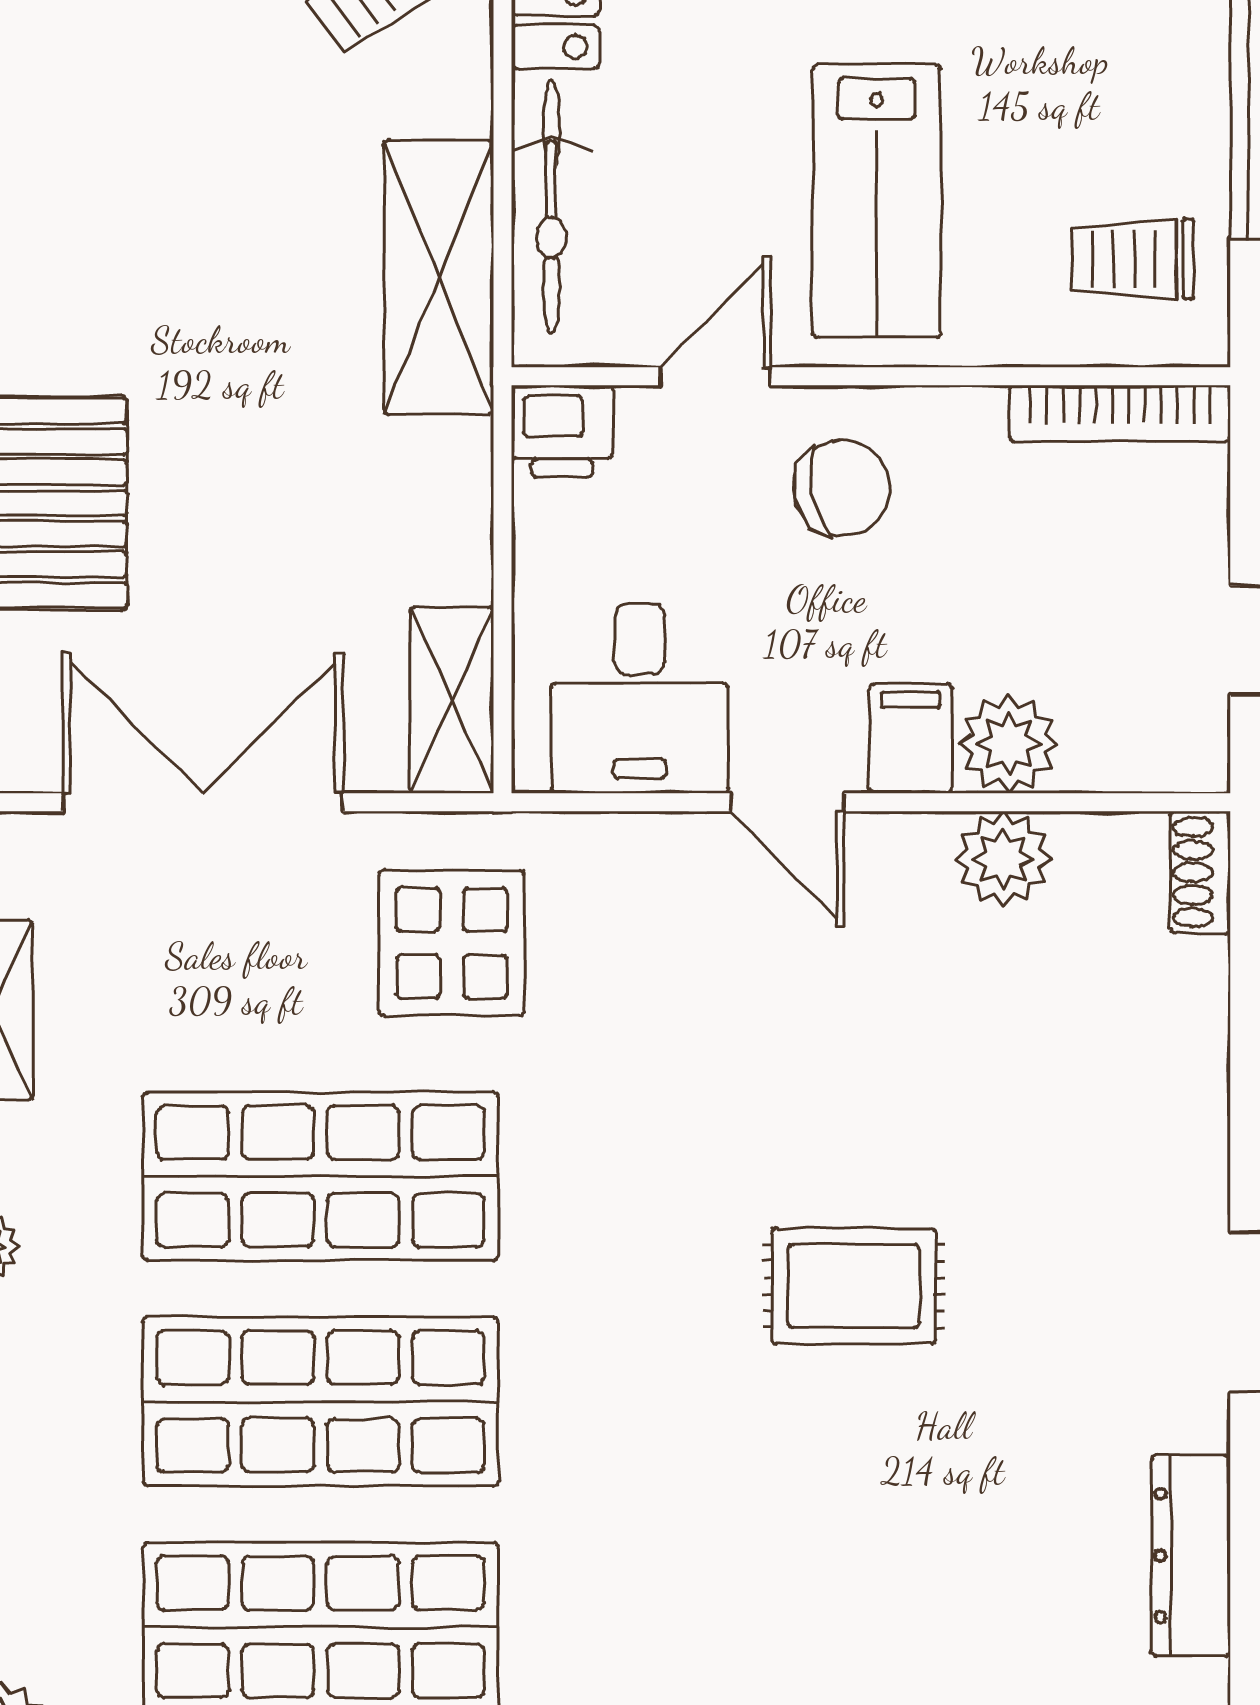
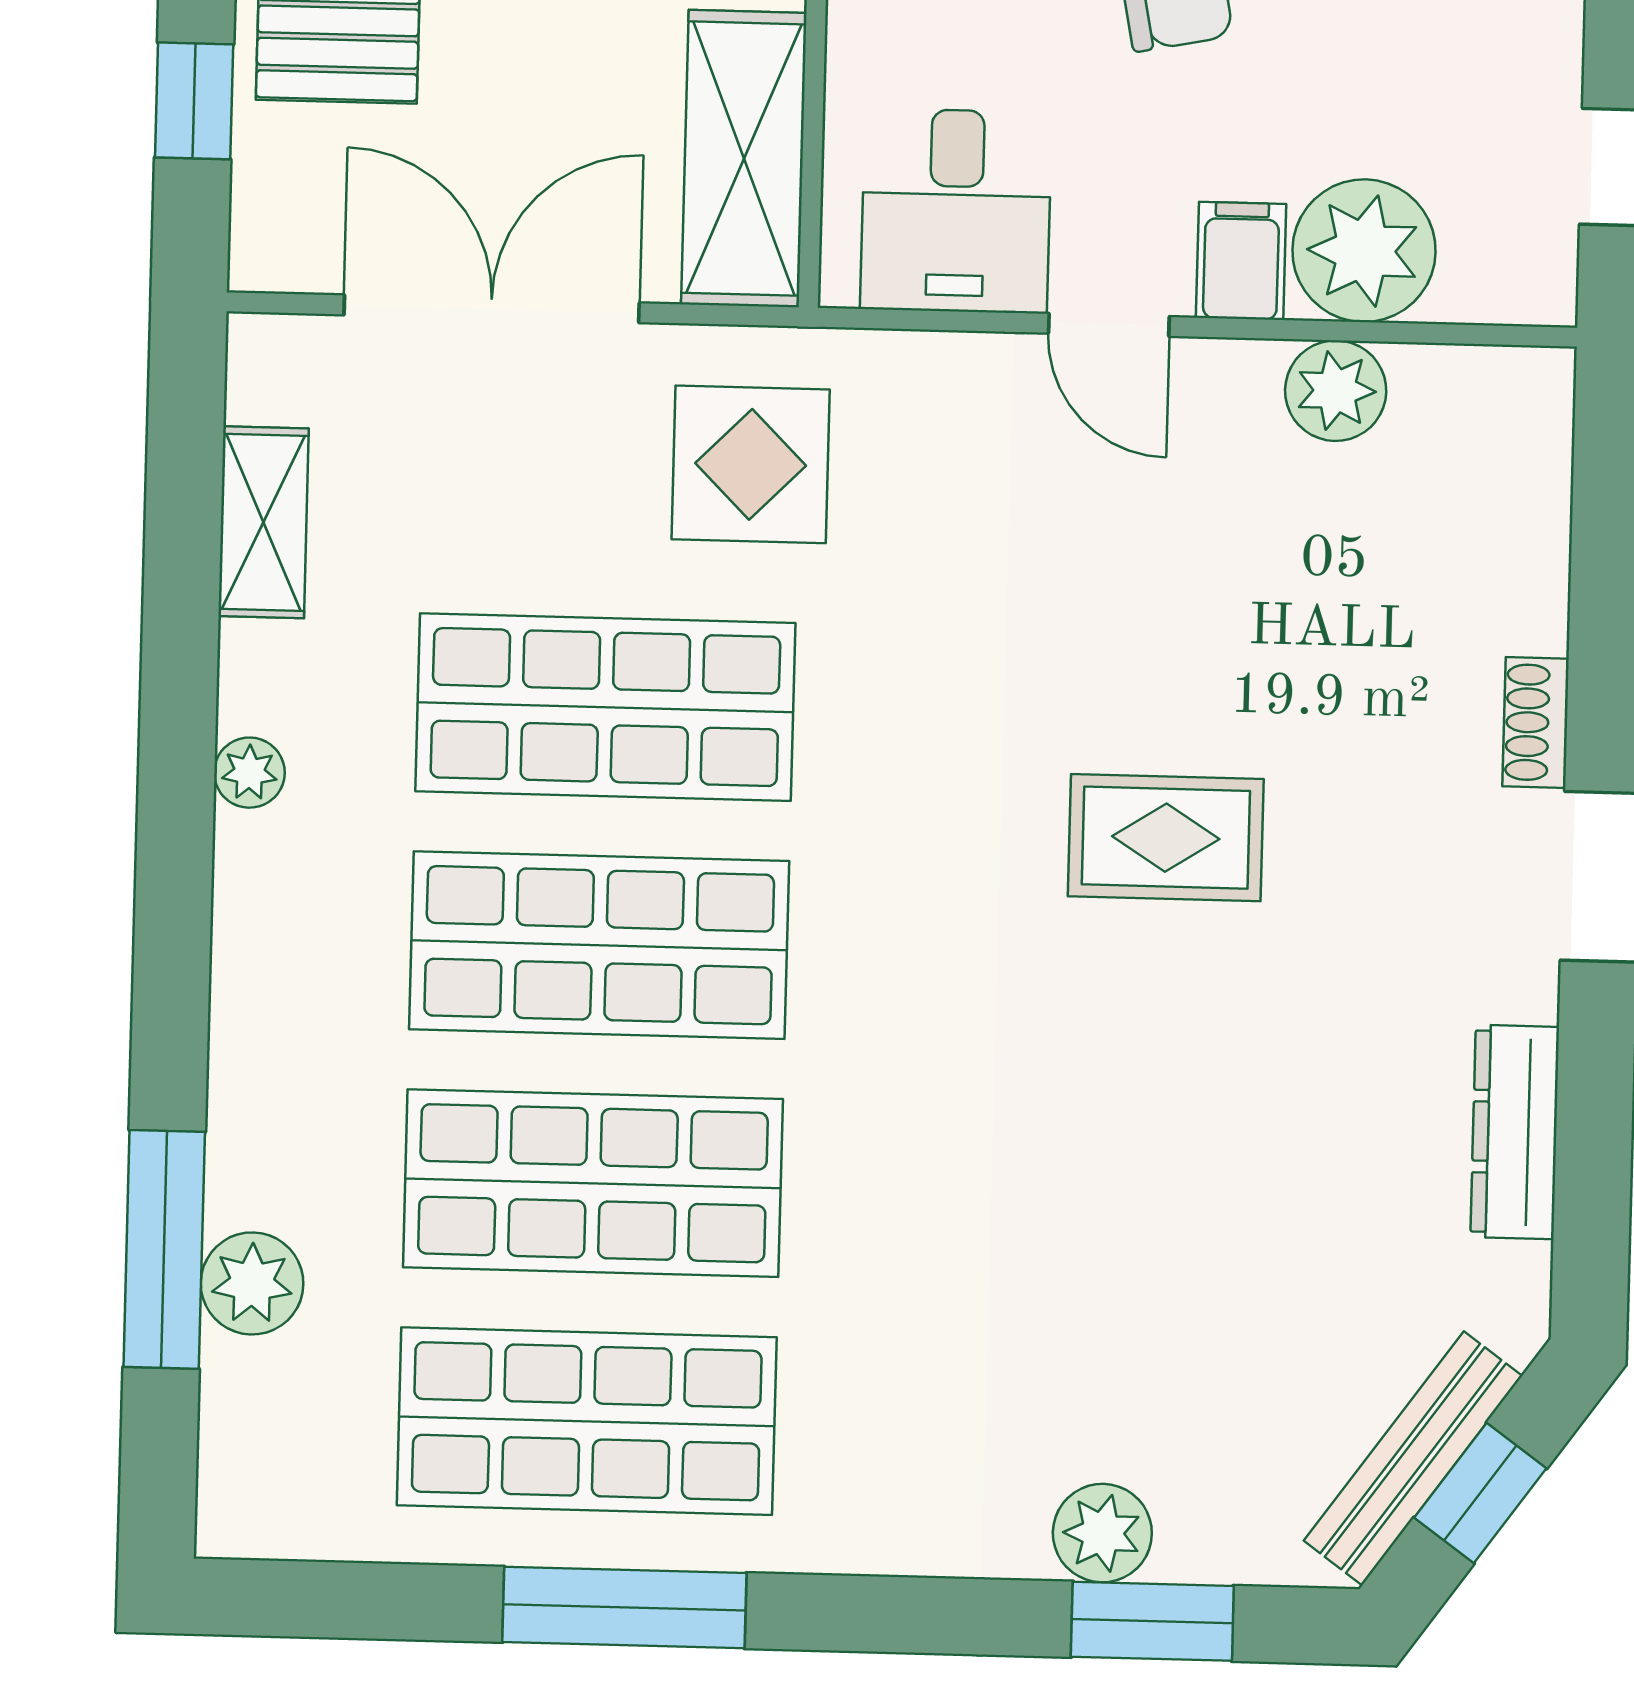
shelving: (452, 700) -> (744, 159), width x1.50, depth x1.33
plant: (1009, 744) -> (1364, 251), width x1.36, depth x1.36
shoe rack: (1201, 872) -> (1536, 722), moved

